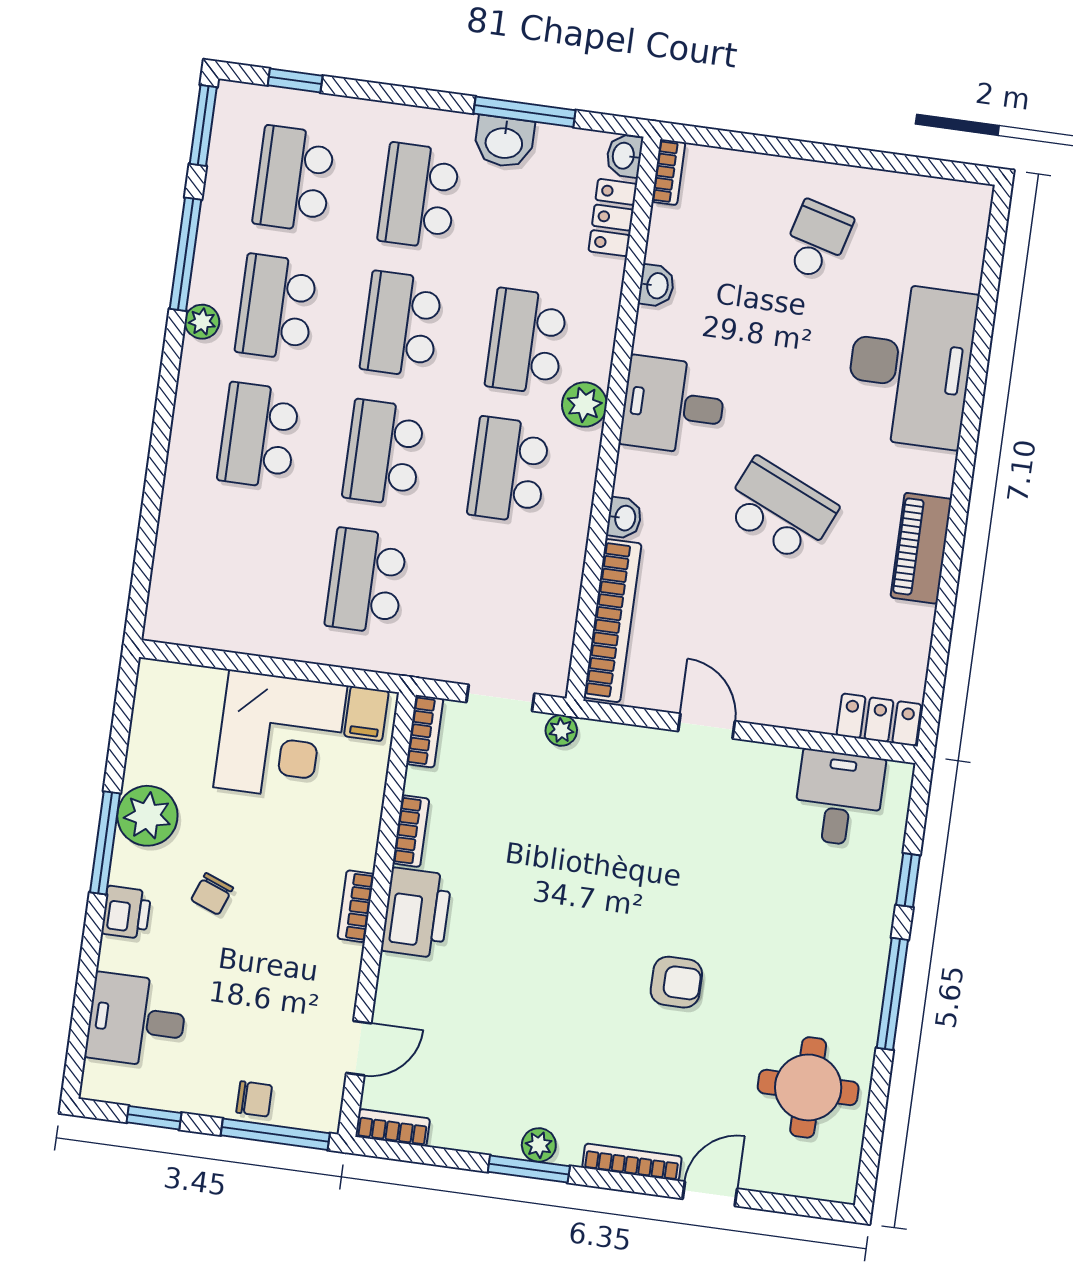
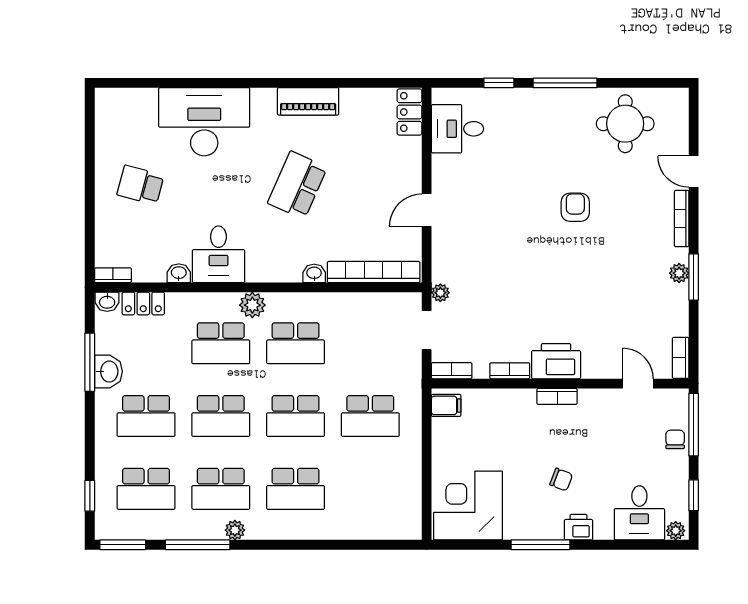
desk: (673, 406) -> (218, 254), moved
corner desk: (280, 736) -> (468, 506), moved, turned -90
plant: (147, 816) -> (676, 531), moved, width x0.53, depth x0.53

